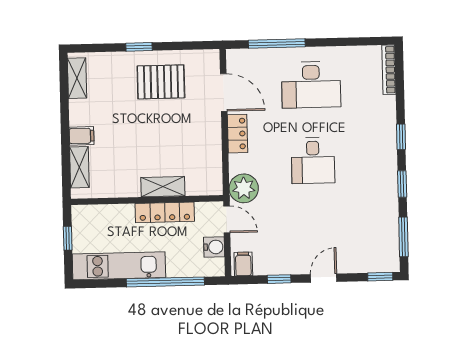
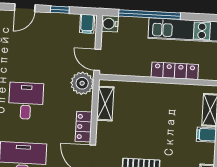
shelving: (163, 187) -> (105, 104), moved, turned 90
locker: (165, 212) -> (175, 71), moved
water cooler: (214, 247) -> (110, 24), moved

